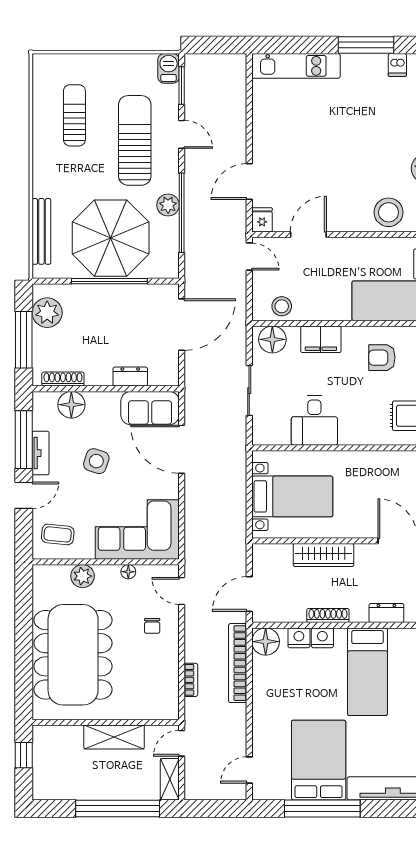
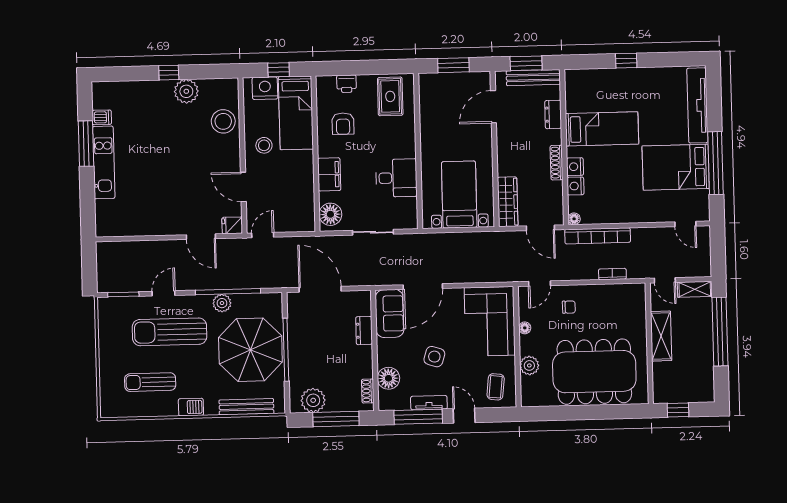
kitchen unit: (296, 66) -> (104, 162), moved
barbecue: (169, 68) -> (191, 407), moved, turned 180
stool: (282, 306) -> (264, 145), moved
shoe rack: (63, 379) -> (368, 391), width x0.70
wardrobe: (323, 555) -> (508, 202), moved
floor lamp: (266, 642) -> (574, 219), width x0.53, depth x0.53

